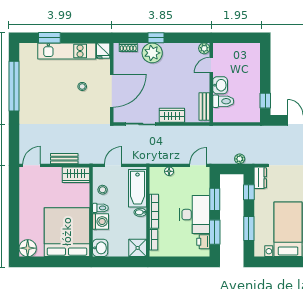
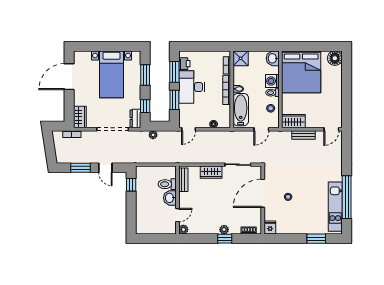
kitchen unit: (67, 51) -> (335, 207), moved, turned -90
plant: (152, 53) -> (224, 230), width x0.53, depth x0.53

